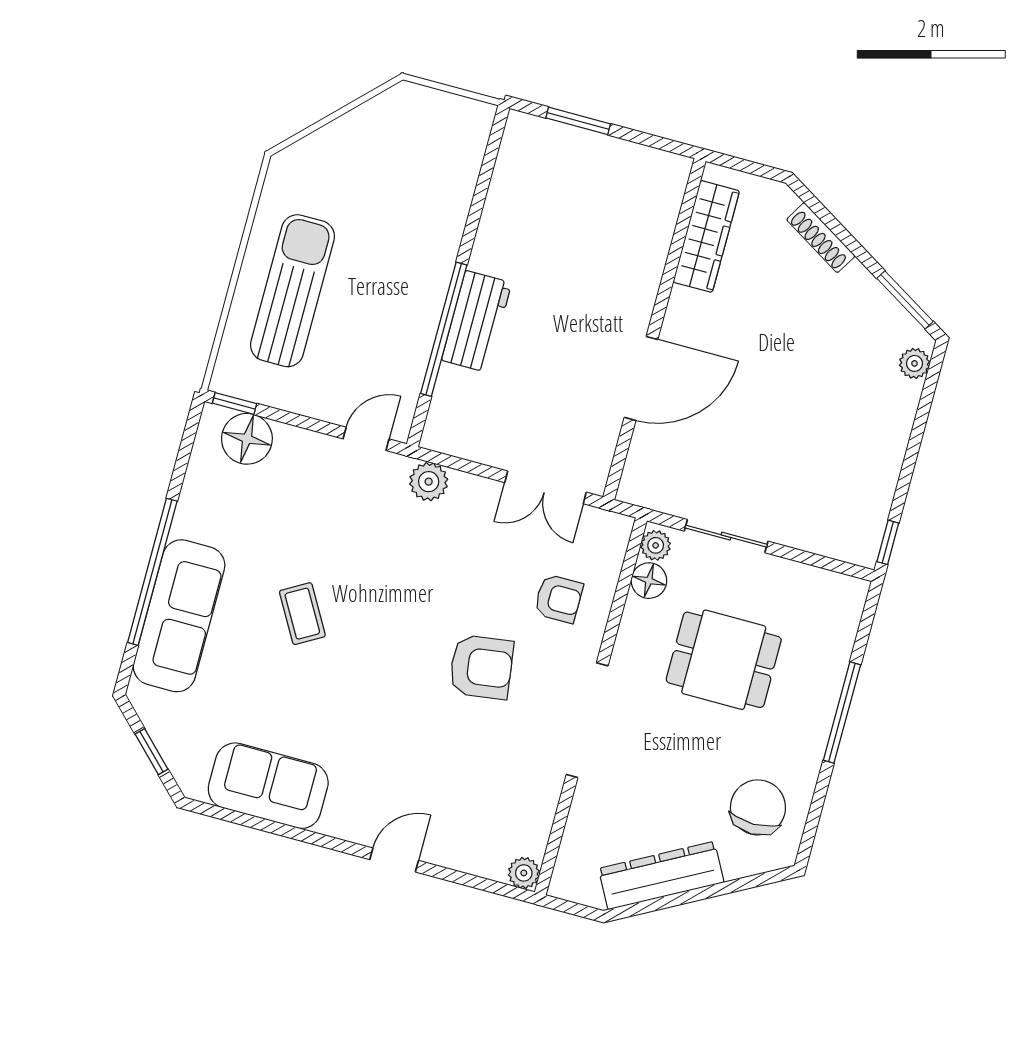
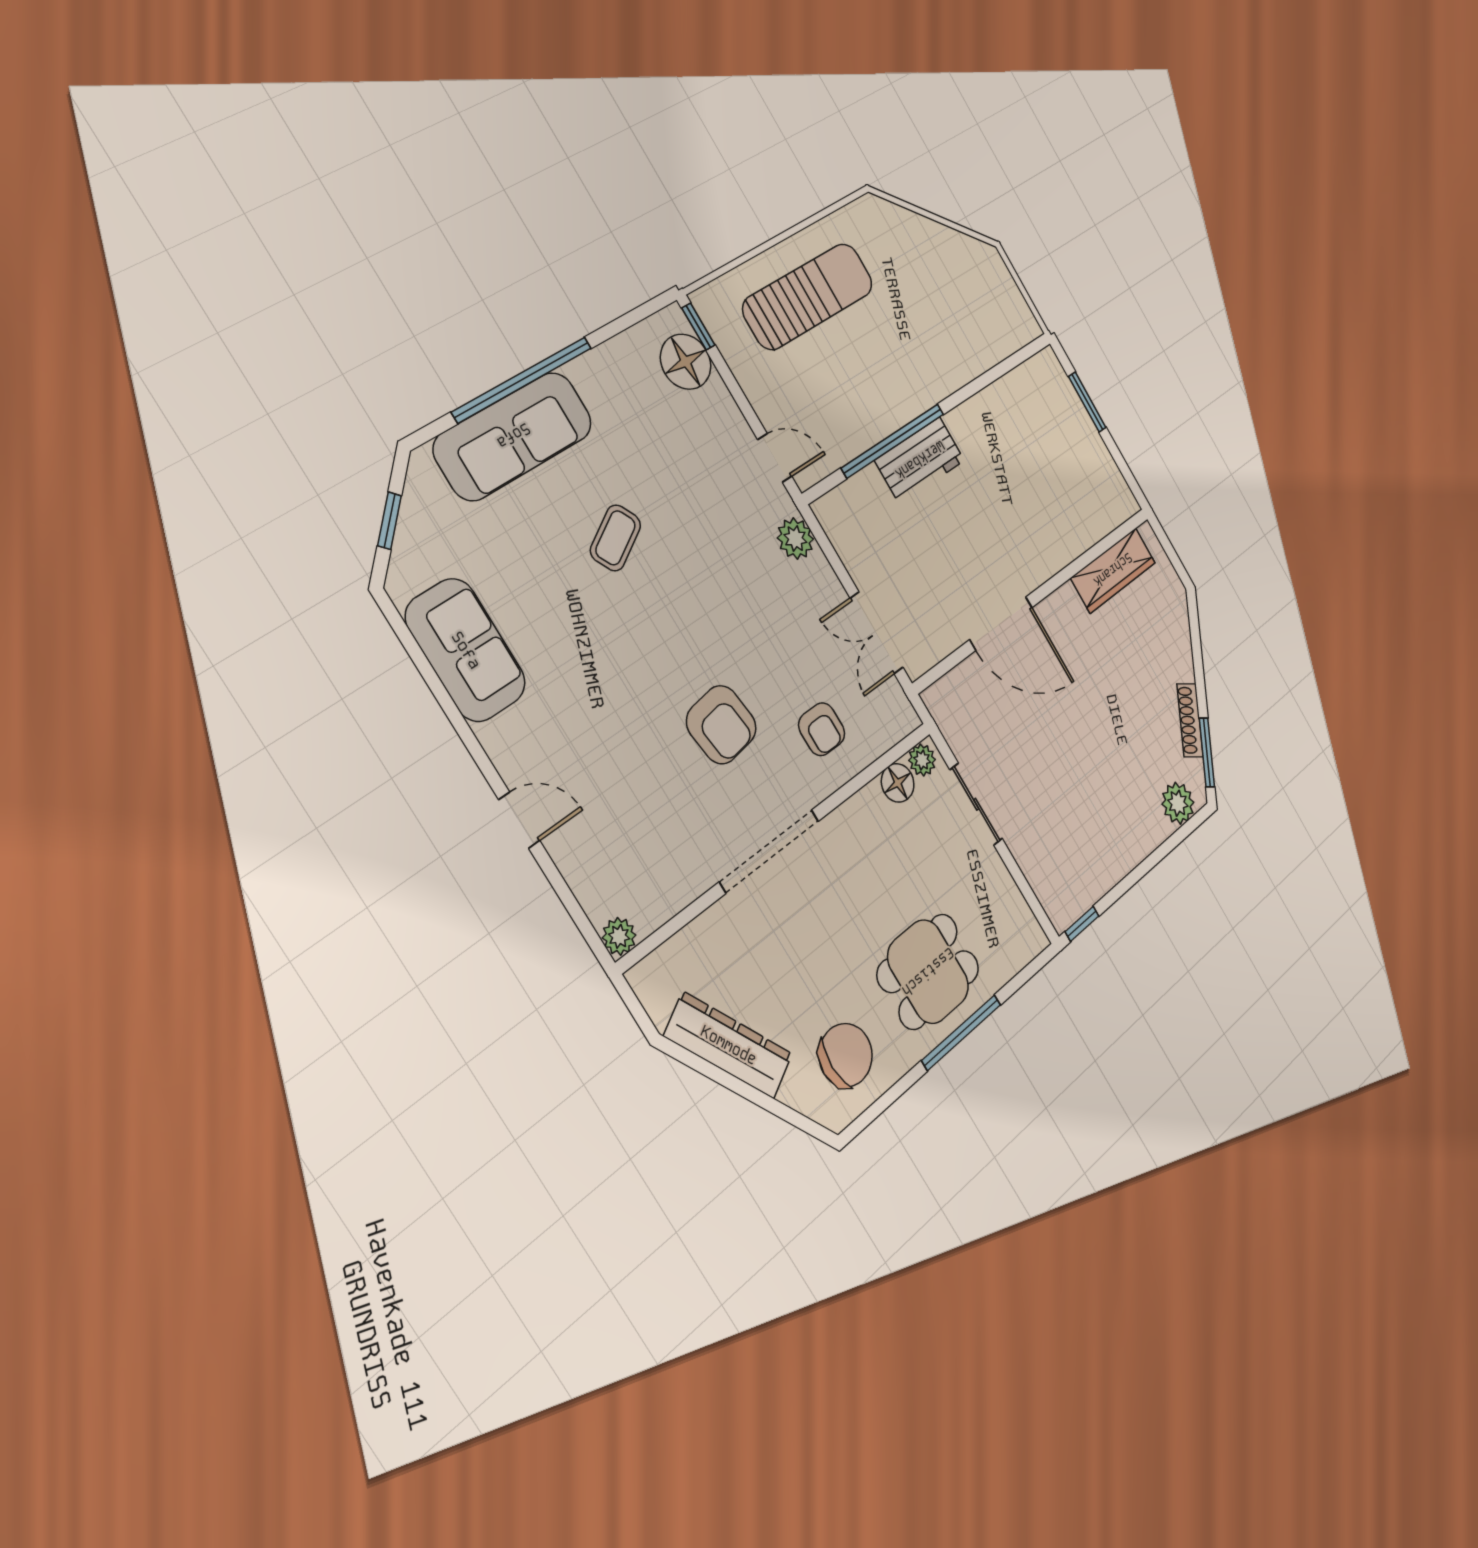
shoe rack: (821, 238) -> (1190, 720), moved
plant: (915, 363) -> (1178, 803), width x1.38, depth x1.38
dining table: (724, 660) -> (928, 972), moved, turned 90

